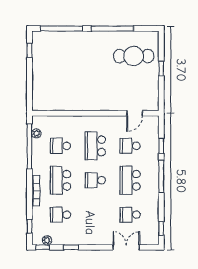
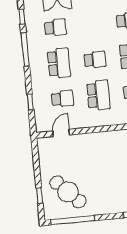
window: (112, 29) -> (73, 220), moved
cafe table: (134, 56) -> (68, 192), turned 45
window: (161, 69) -> (40, 196), moved
window: (161, 176) -> (25, 49), moved

